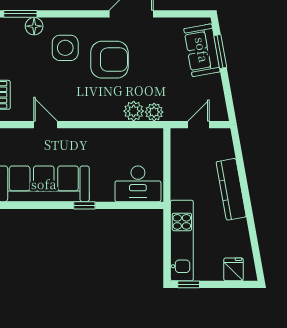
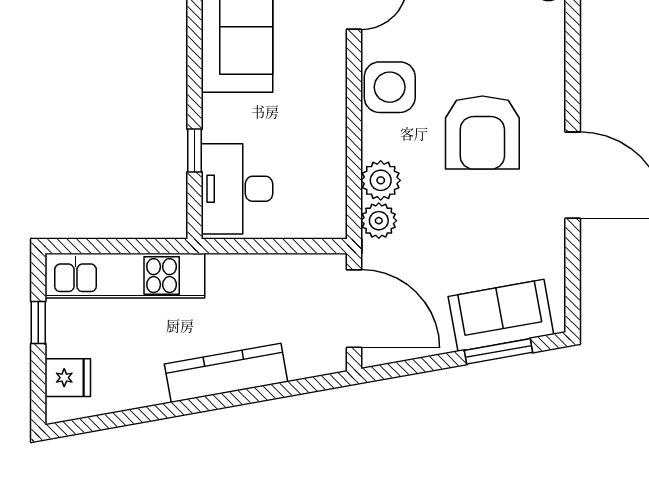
side table: (65, 48) -> (390, 87), moved
door: (199, 125) -> (354, 309), width x1.87
window: (84, 205) -> (194, 150), moved
window: (189, 284) -> (38, 322), moved

